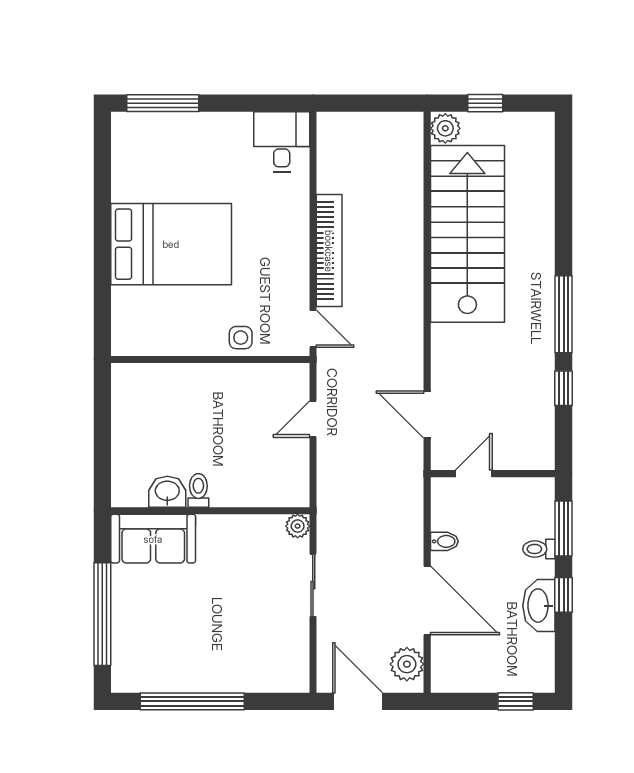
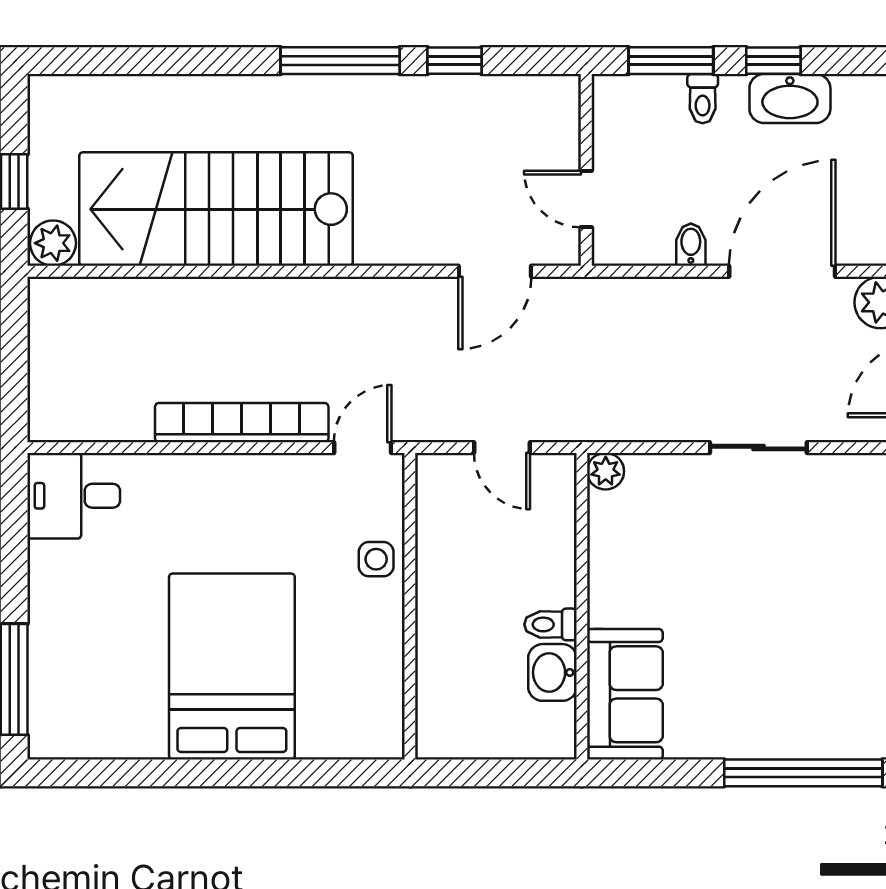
toilet: (198, 490) -> (550, 624), moved
washbasin: (167, 492) -> (552, 672), moved
wall: (210, 511) -> (582, 606), moved
plant: (298, 526) -> (606, 471), moved
sofa: (153, 539) -> (625, 694), moved

